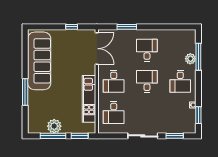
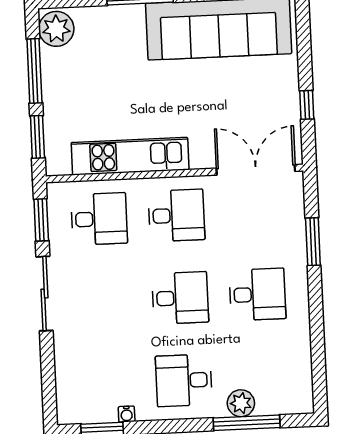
double door: (97, 49) -> (256, 170), swing flipped
desk: (114, 81) -> (176, 215), turned 180
desk: (114, 112) -> (99, 219), turned 180
plant: (54, 126) -> (56, 29), moved
window: (175, 136) -> (41, 220), moved

